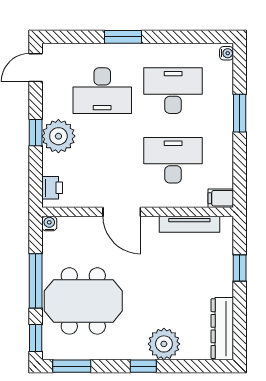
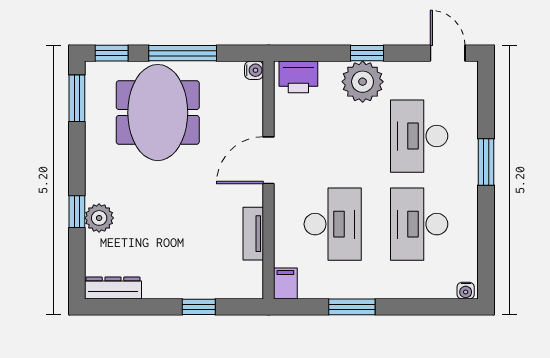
desk: (173, 91) -> (419, 224), turned 180
window: (240, 113) -> (352, 307), moved
printer: (52, 188) -> (298, 77), width x1.36, depth x1.24
tv unit: (189, 224) -> (253, 234), width x0.71
dresser: (222, 329) -> (113, 288), width x0.73, depth x0.80
plant: (164, 344) -> (99, 218), width x0.73, depth x0.73
window: (143, 366) -> (77, 212), moved

